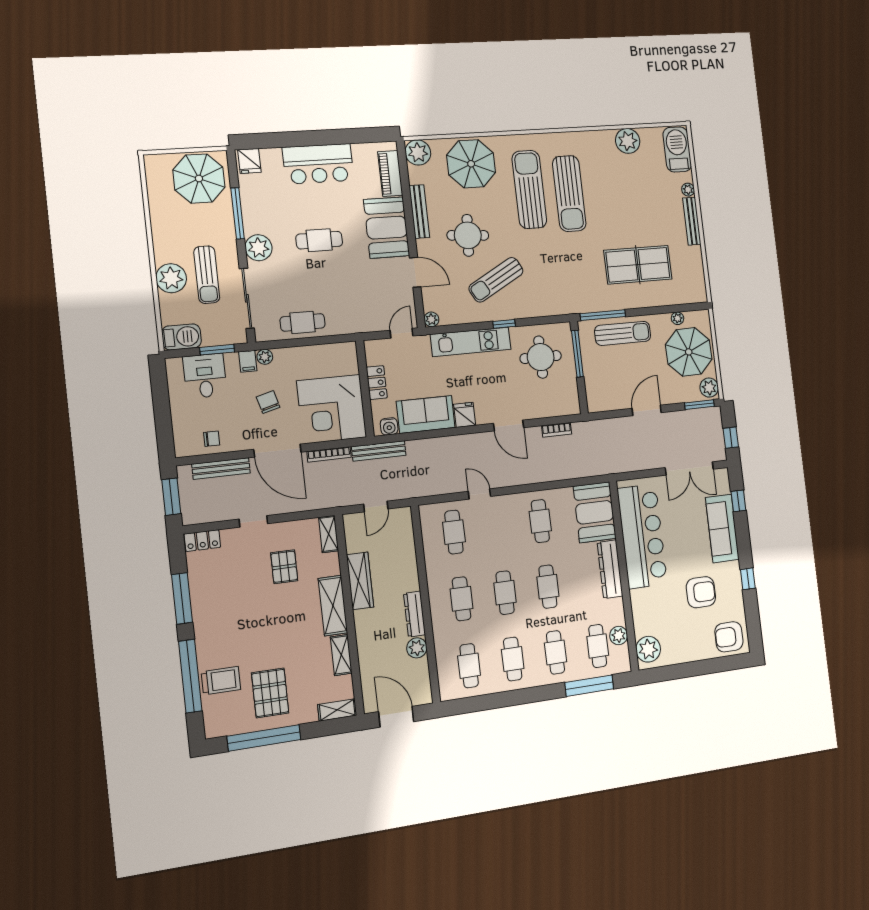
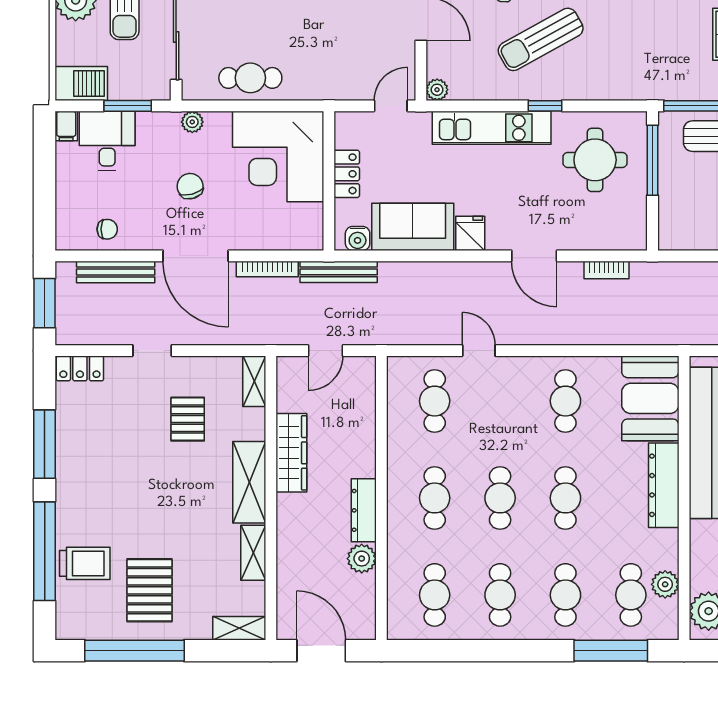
filing cabinet: (248, 361) -> (66, 126), moved
corner desk: (332, 409) -> (278, 156), moved

